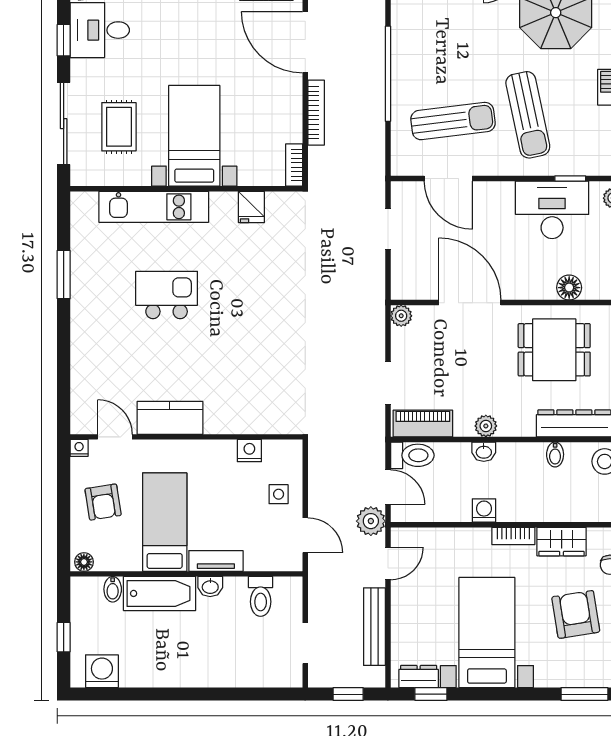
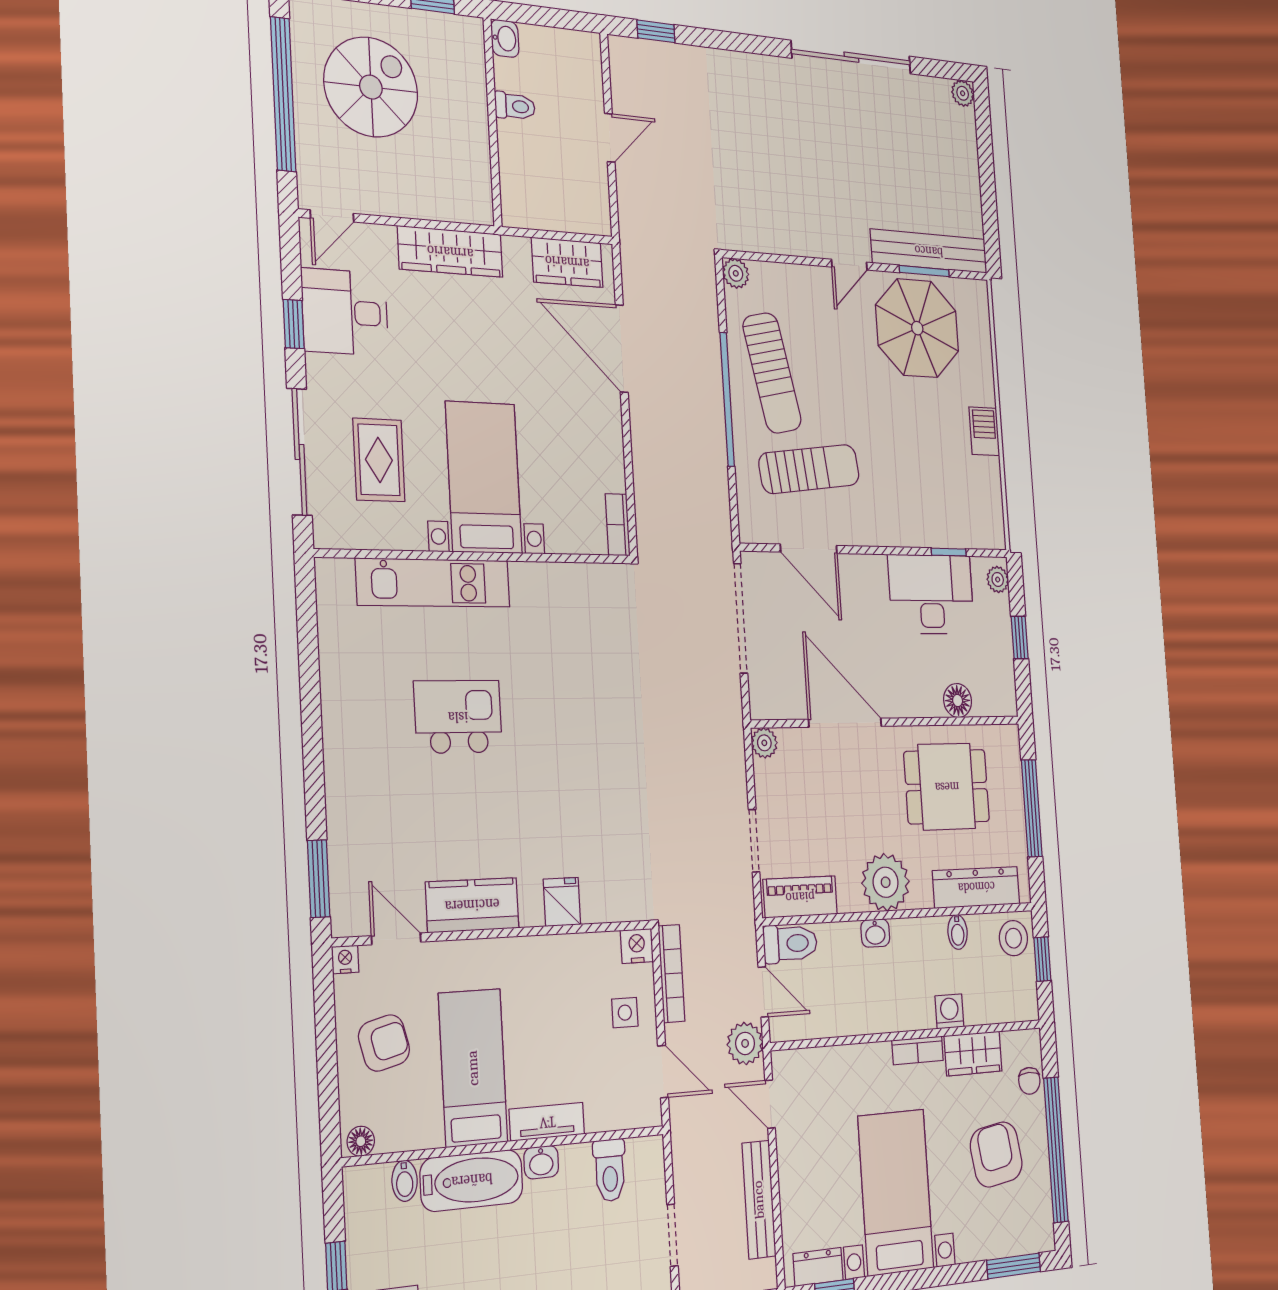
bookcase: (316, 113) -> (671, 974), moved
sun lounger: (528, 115) -> (772, 373), moved
fridge: (251, 207) -> (562, 902), moved, turned 180
doorway: (388, 229) -> (741, 618), width x1.87
window: (64, 274) -> (319, 879), moved
plant: (486, 426) -> (886, 882), width x1.88, depth x1.88
nightstand: (249, 451) -> (637, 946), moved
armchair: (103, 502) -> (384, 1043), turned -95
washing machine: (484, 510) -> (949, 1011), moved
door: (388, 564) -> (770, 1104), swing flipped

